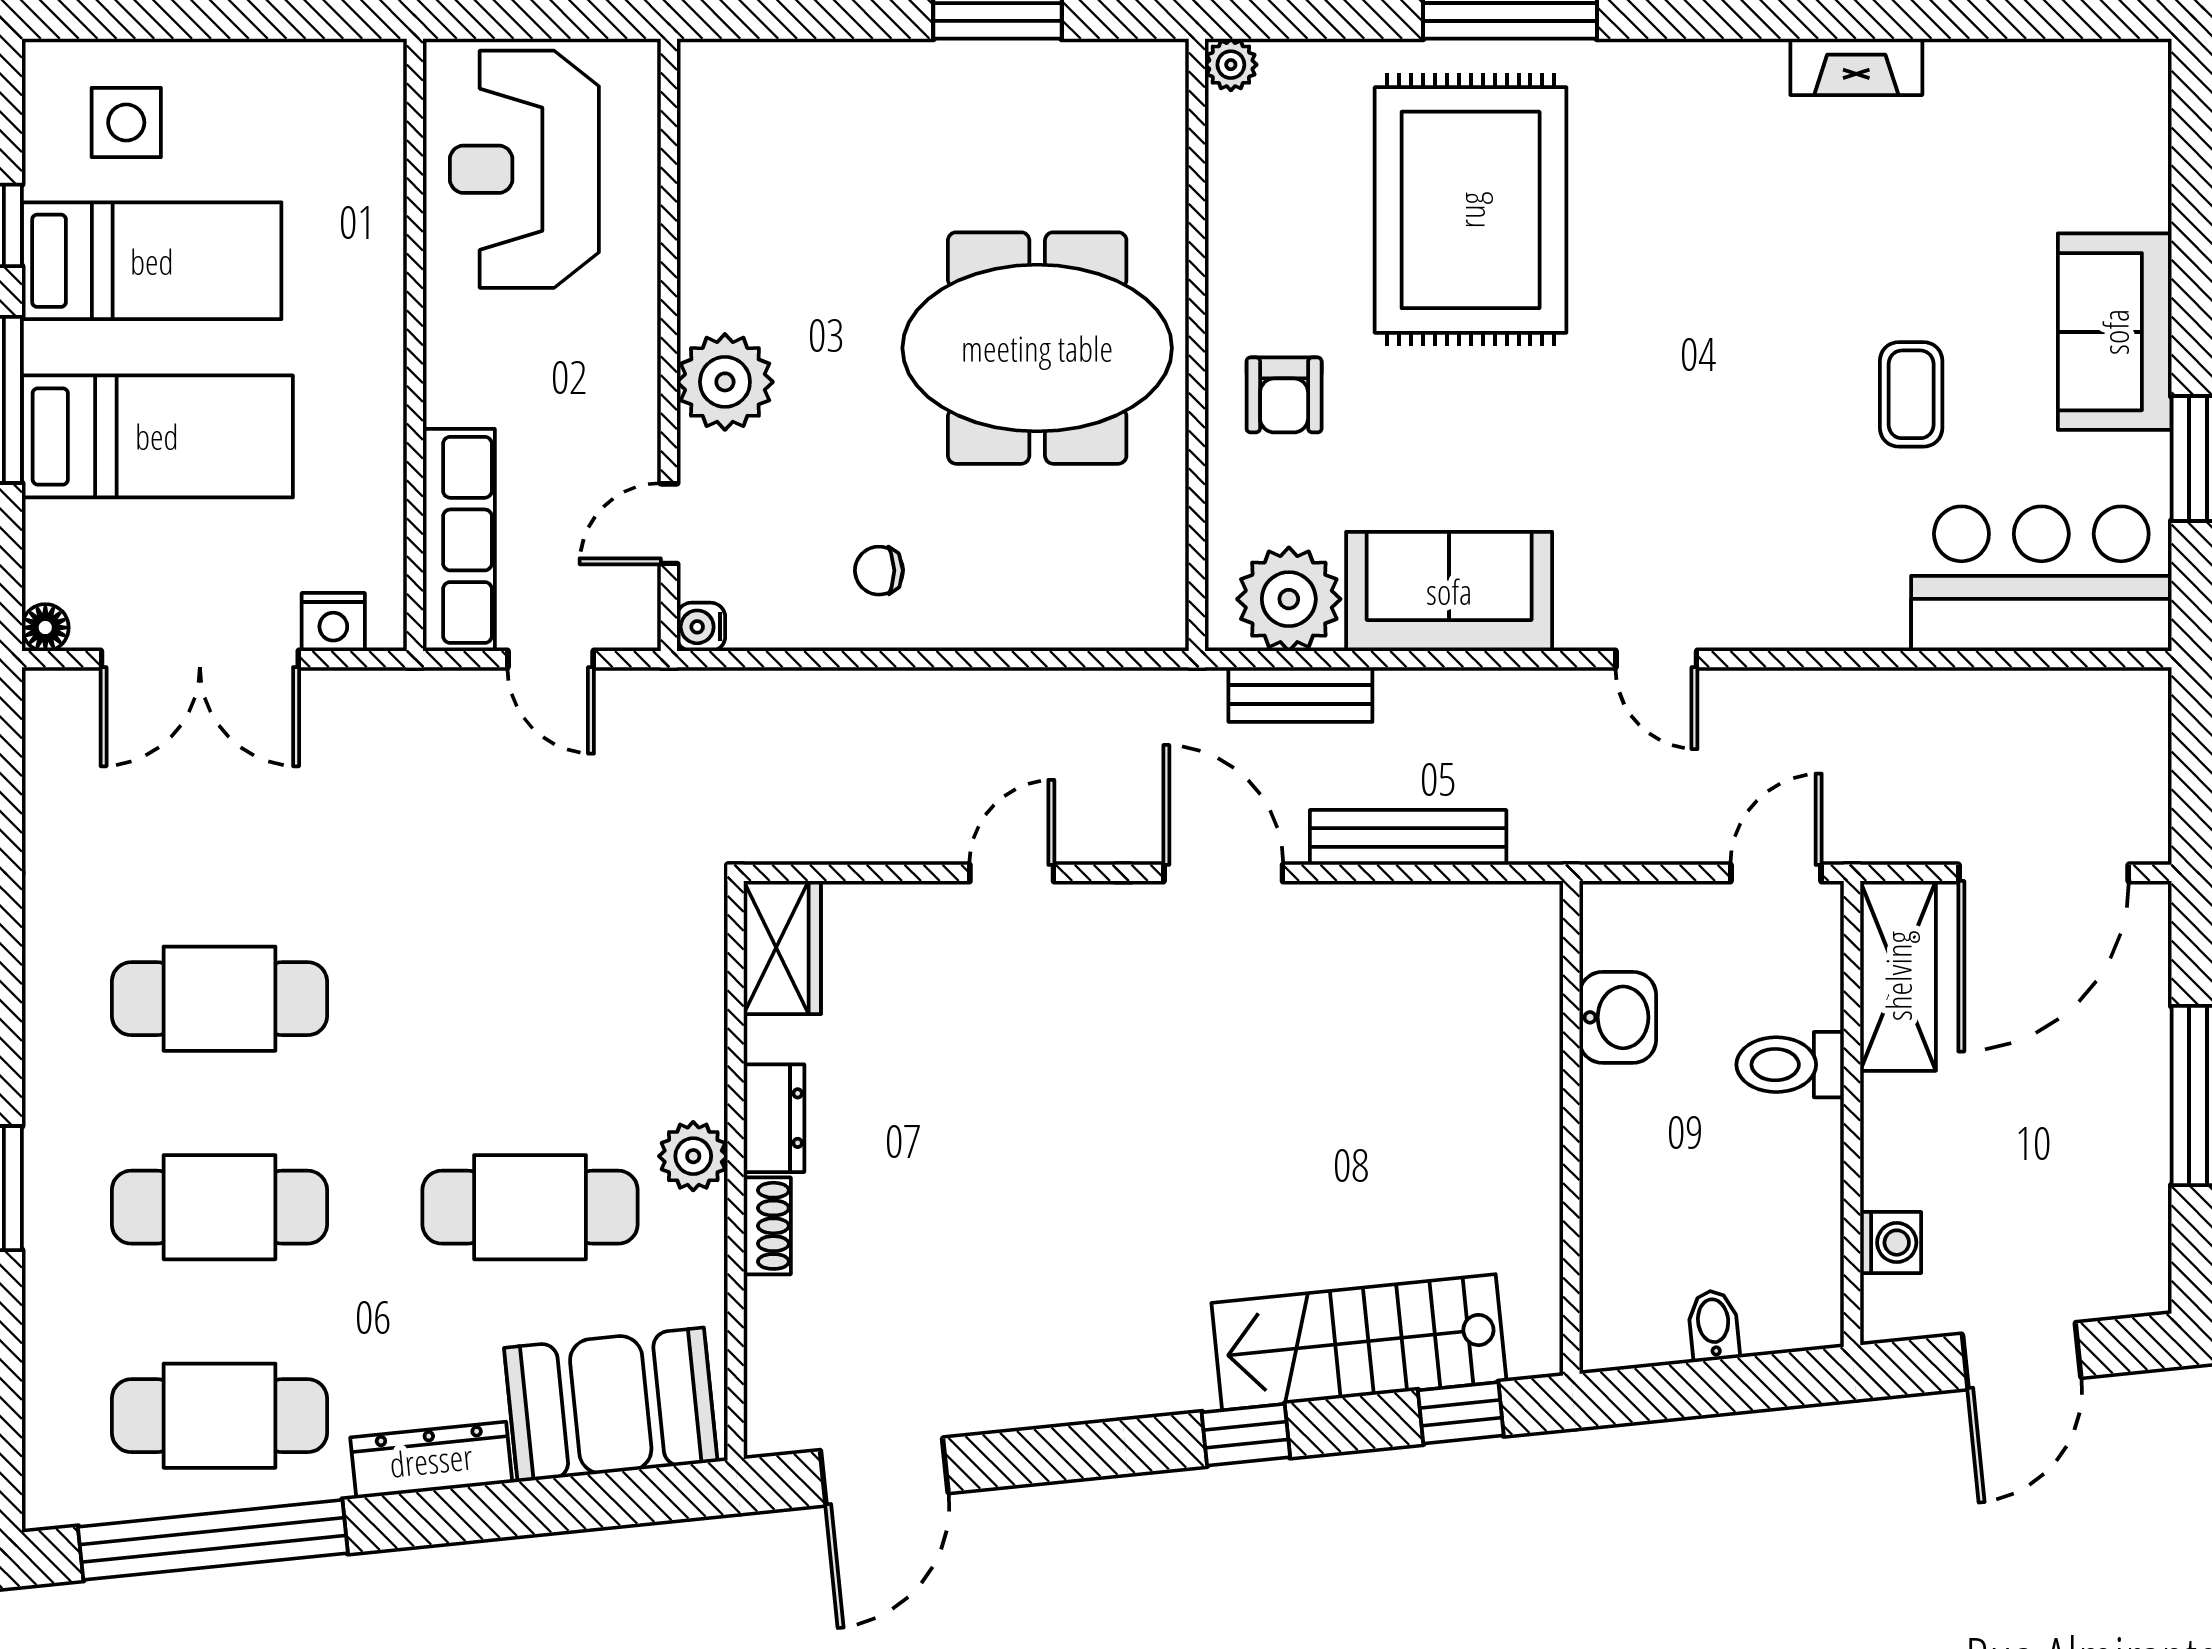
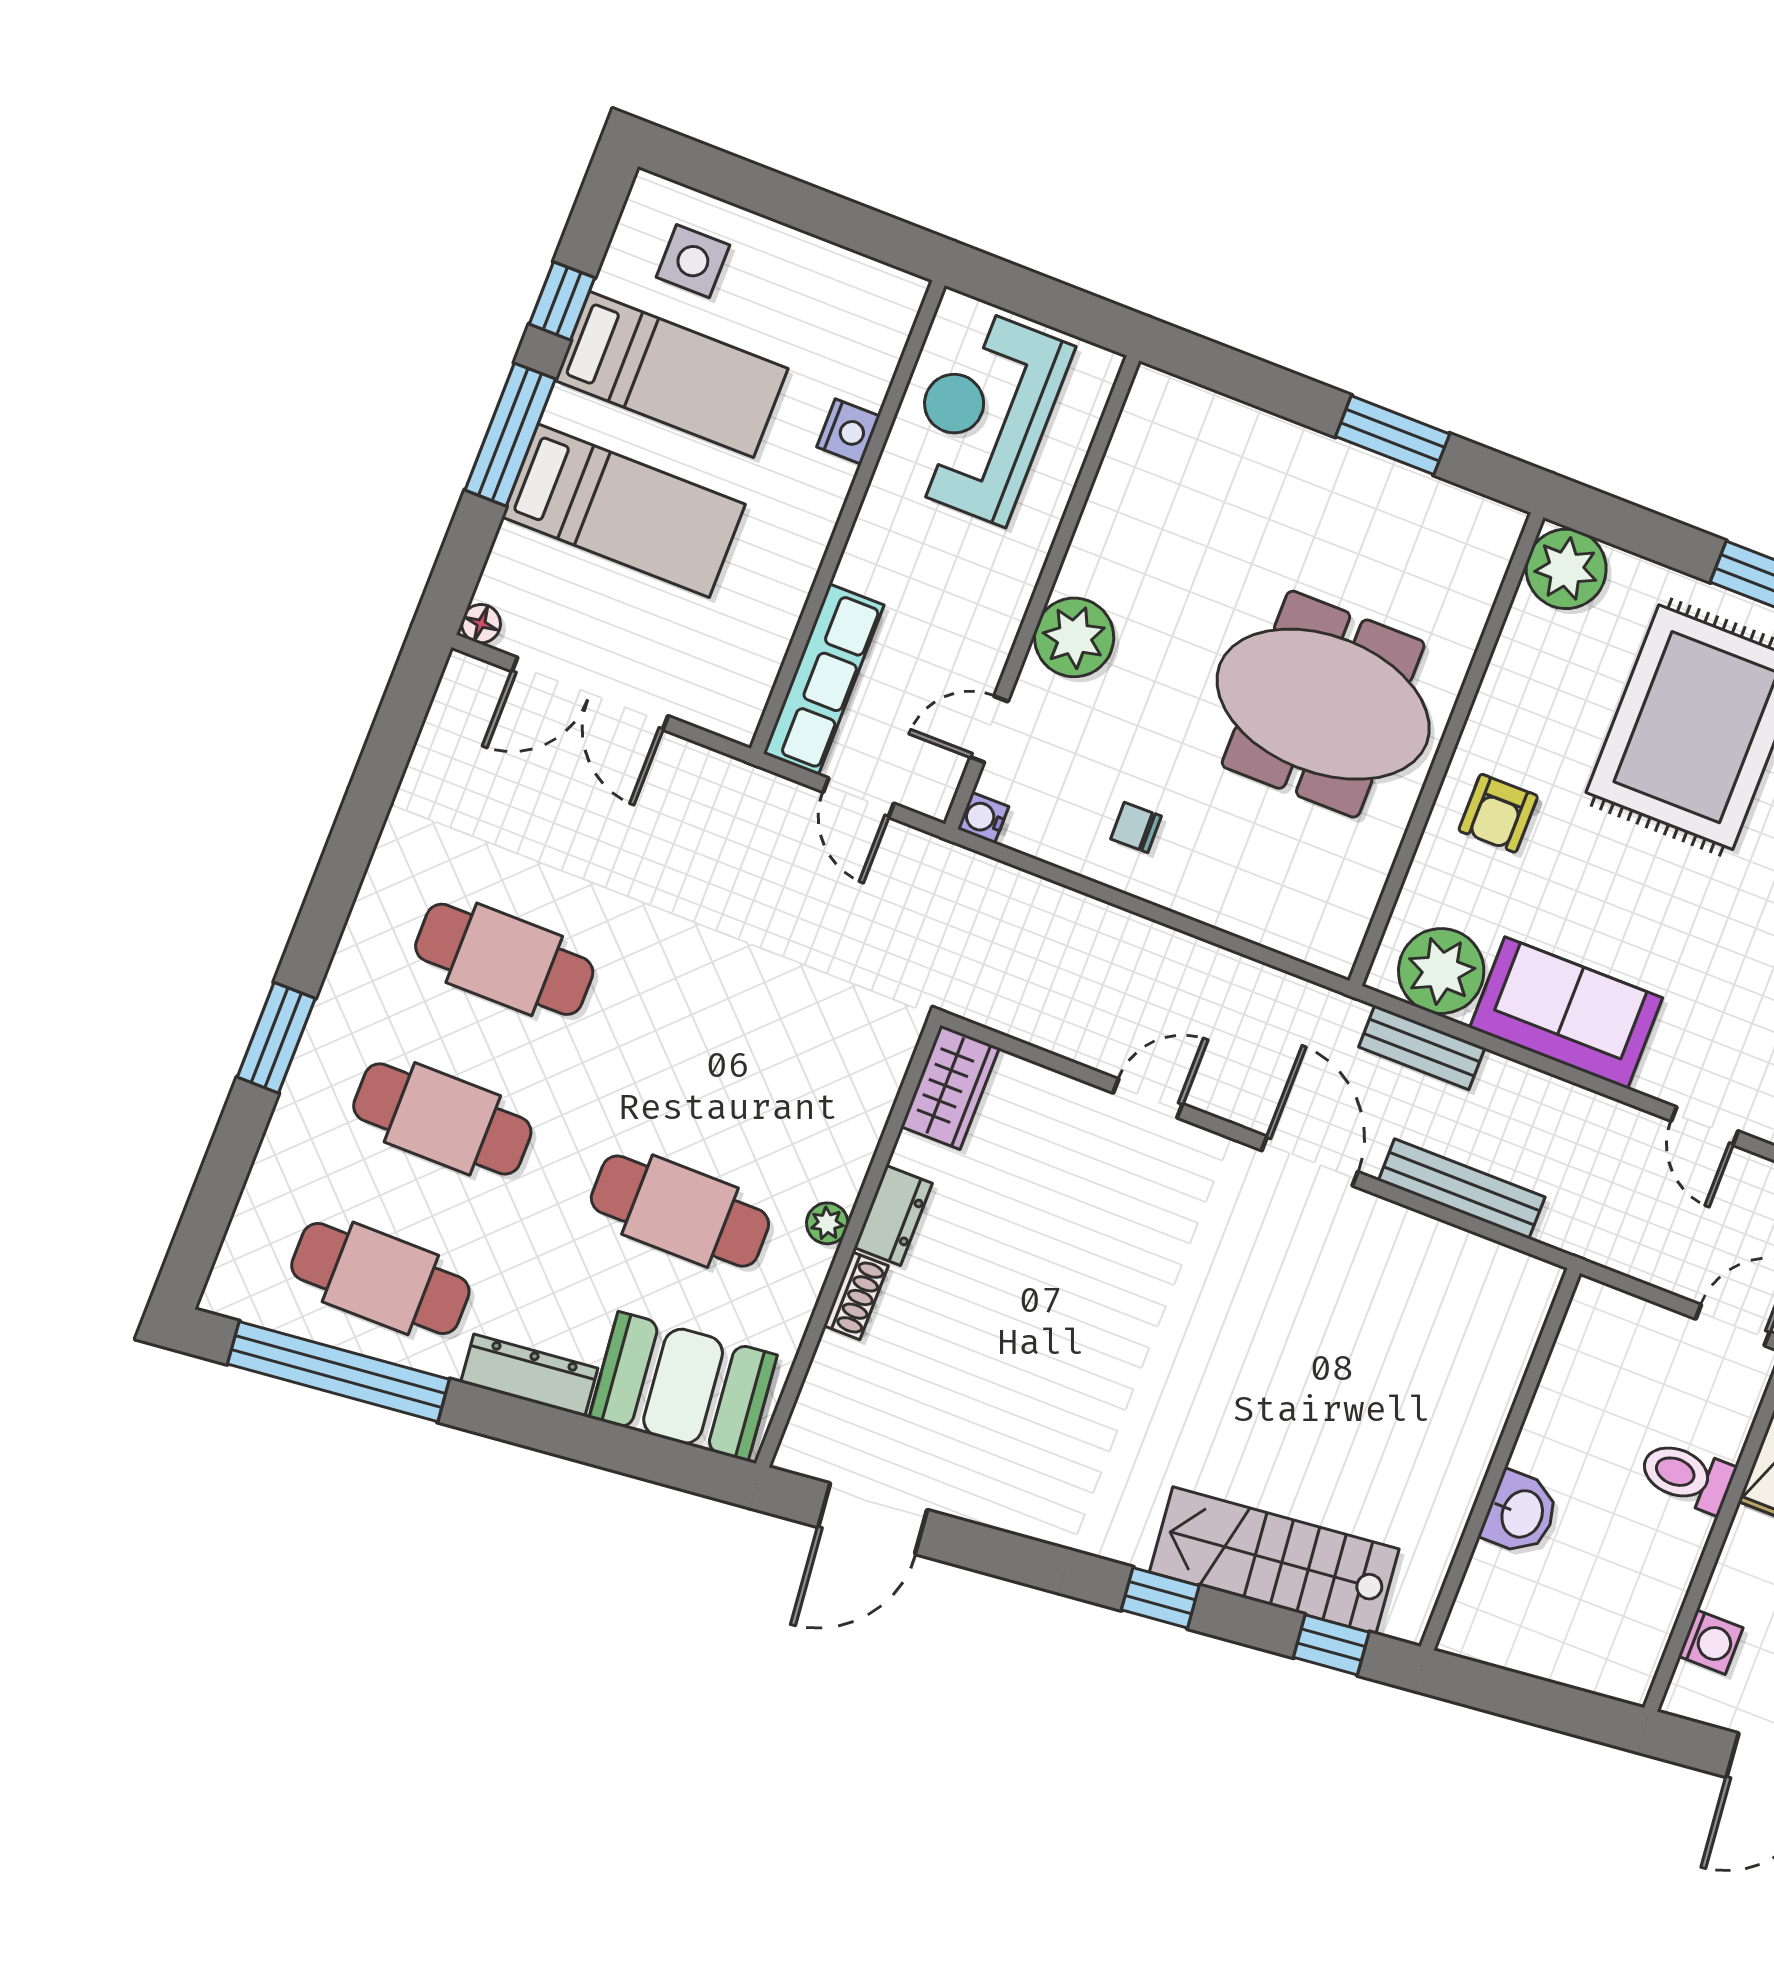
plant: (1231, 65) -> (1566, 569), width x1.88, depth x1.88
nightstand: (333, 622) -> (848, 432), moved, turned -90
washbasin: (1618, 1017) -> (1520, 1513), moved
plant: (693, 1156) -> (827, 1223), width x0.73, depth x0.73
bidet: (1714, 1325) -> (1551, 1653), removed

